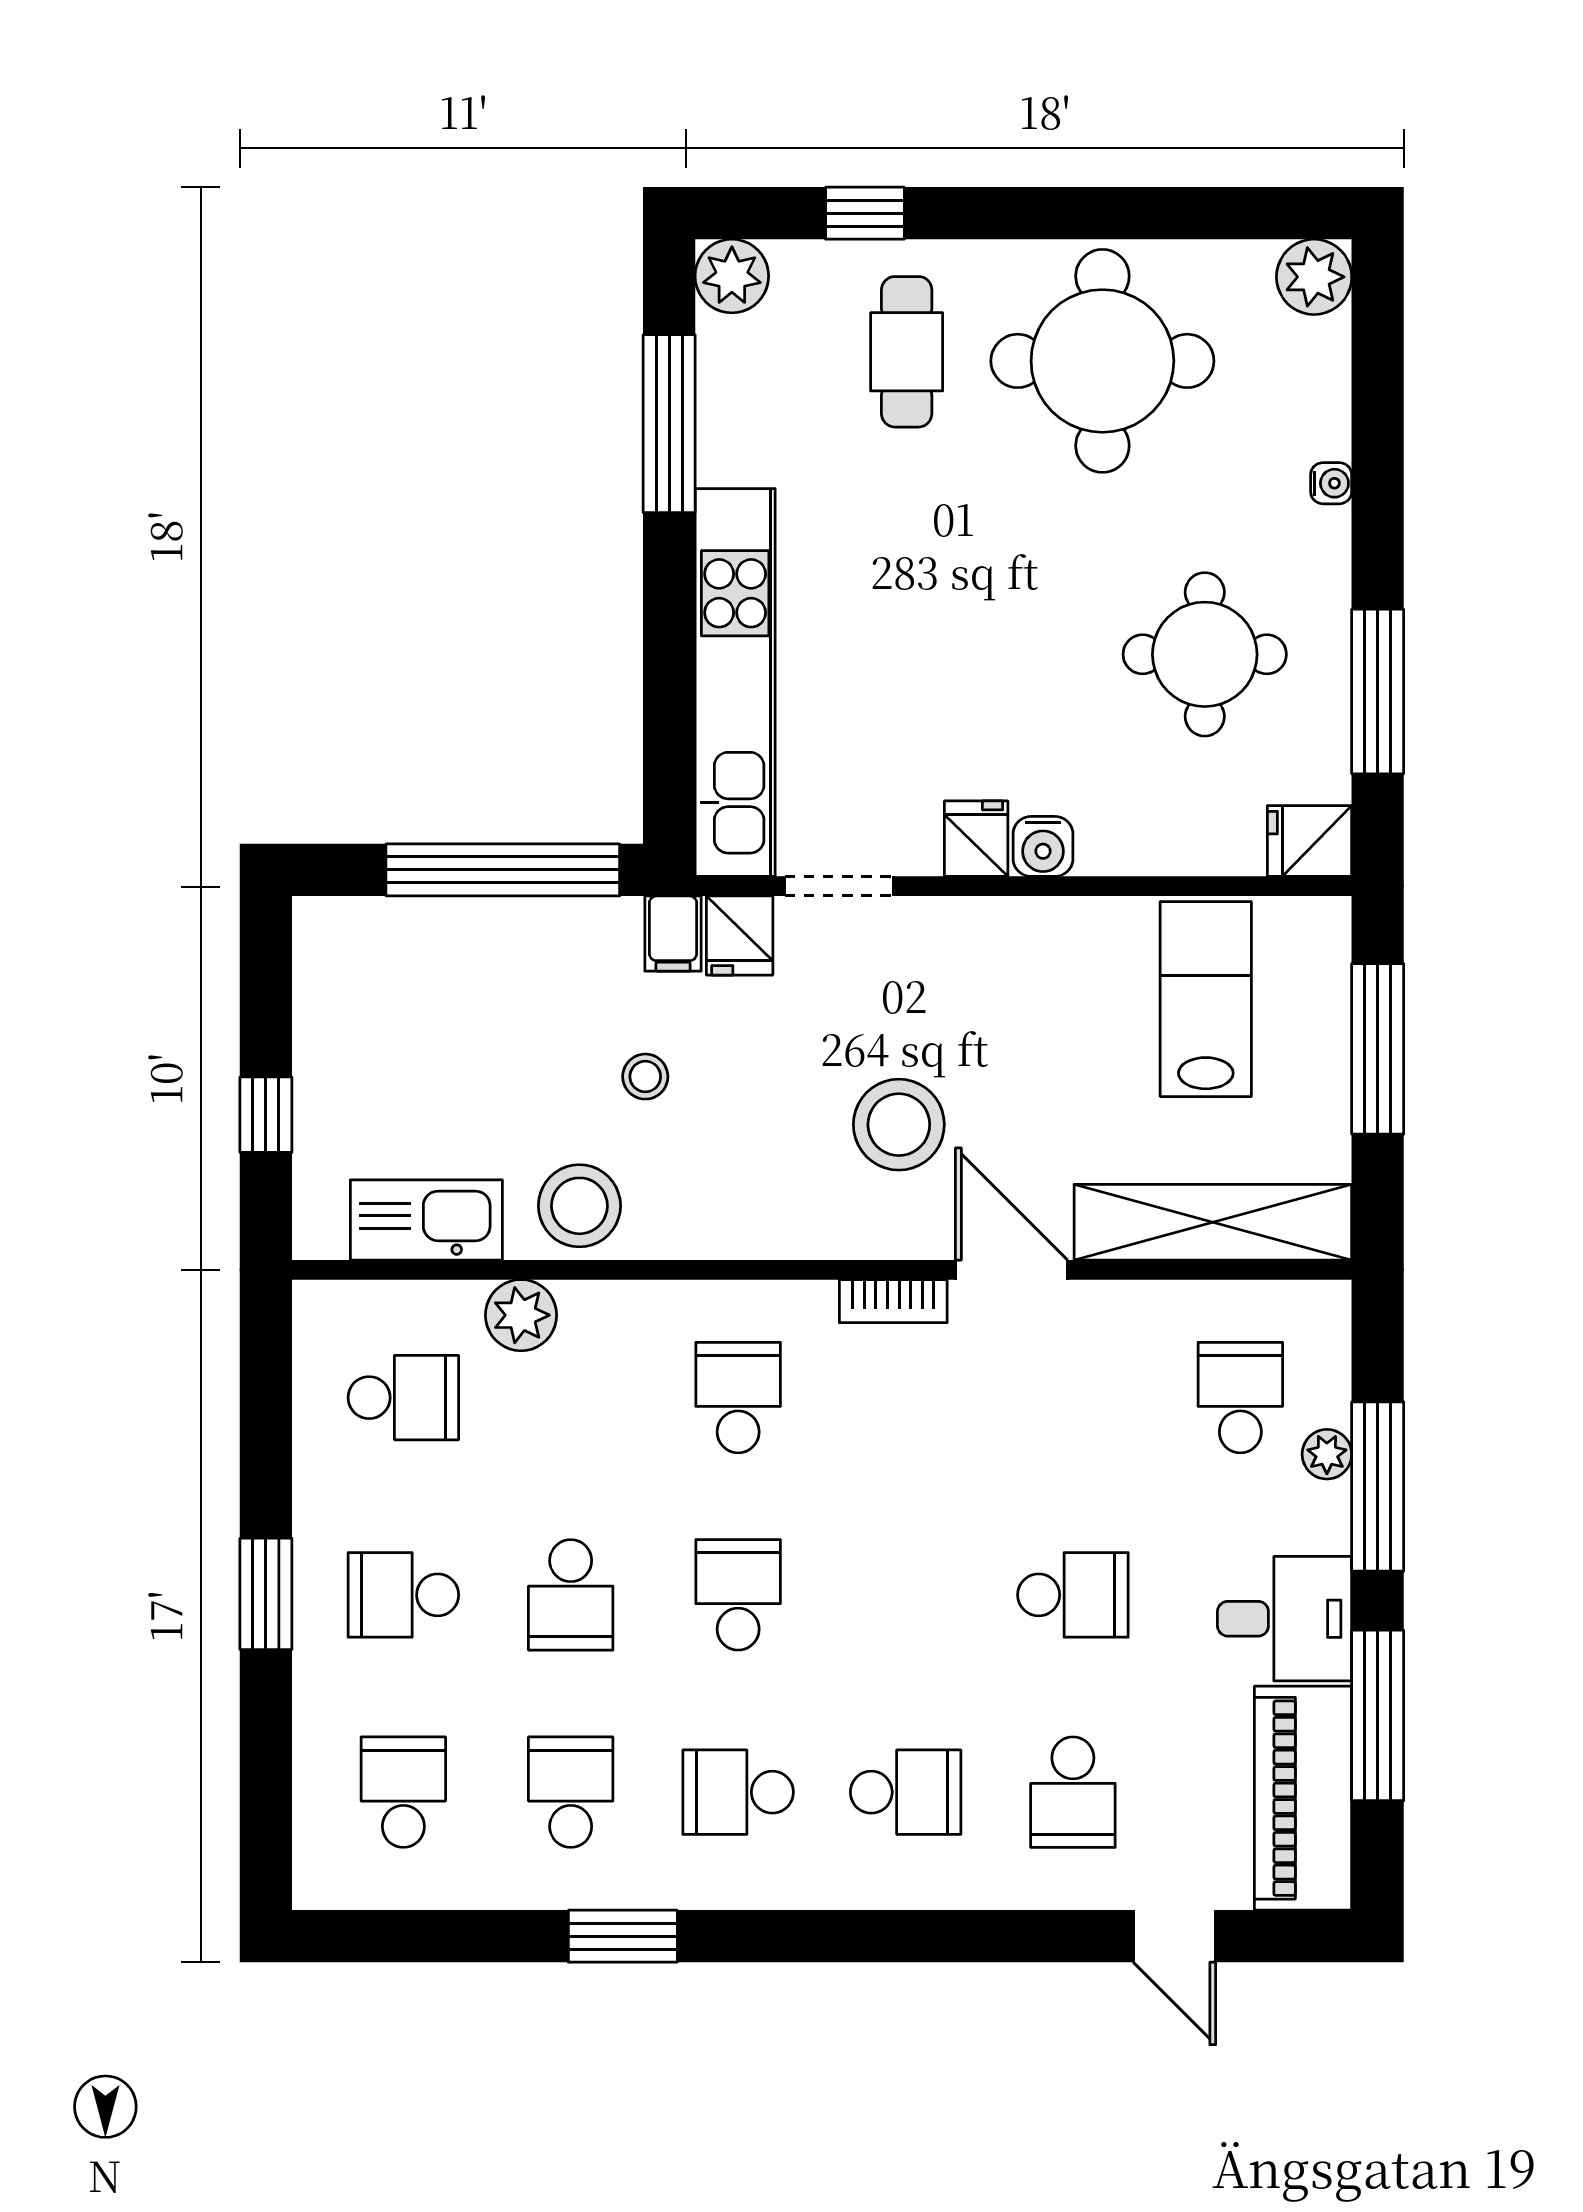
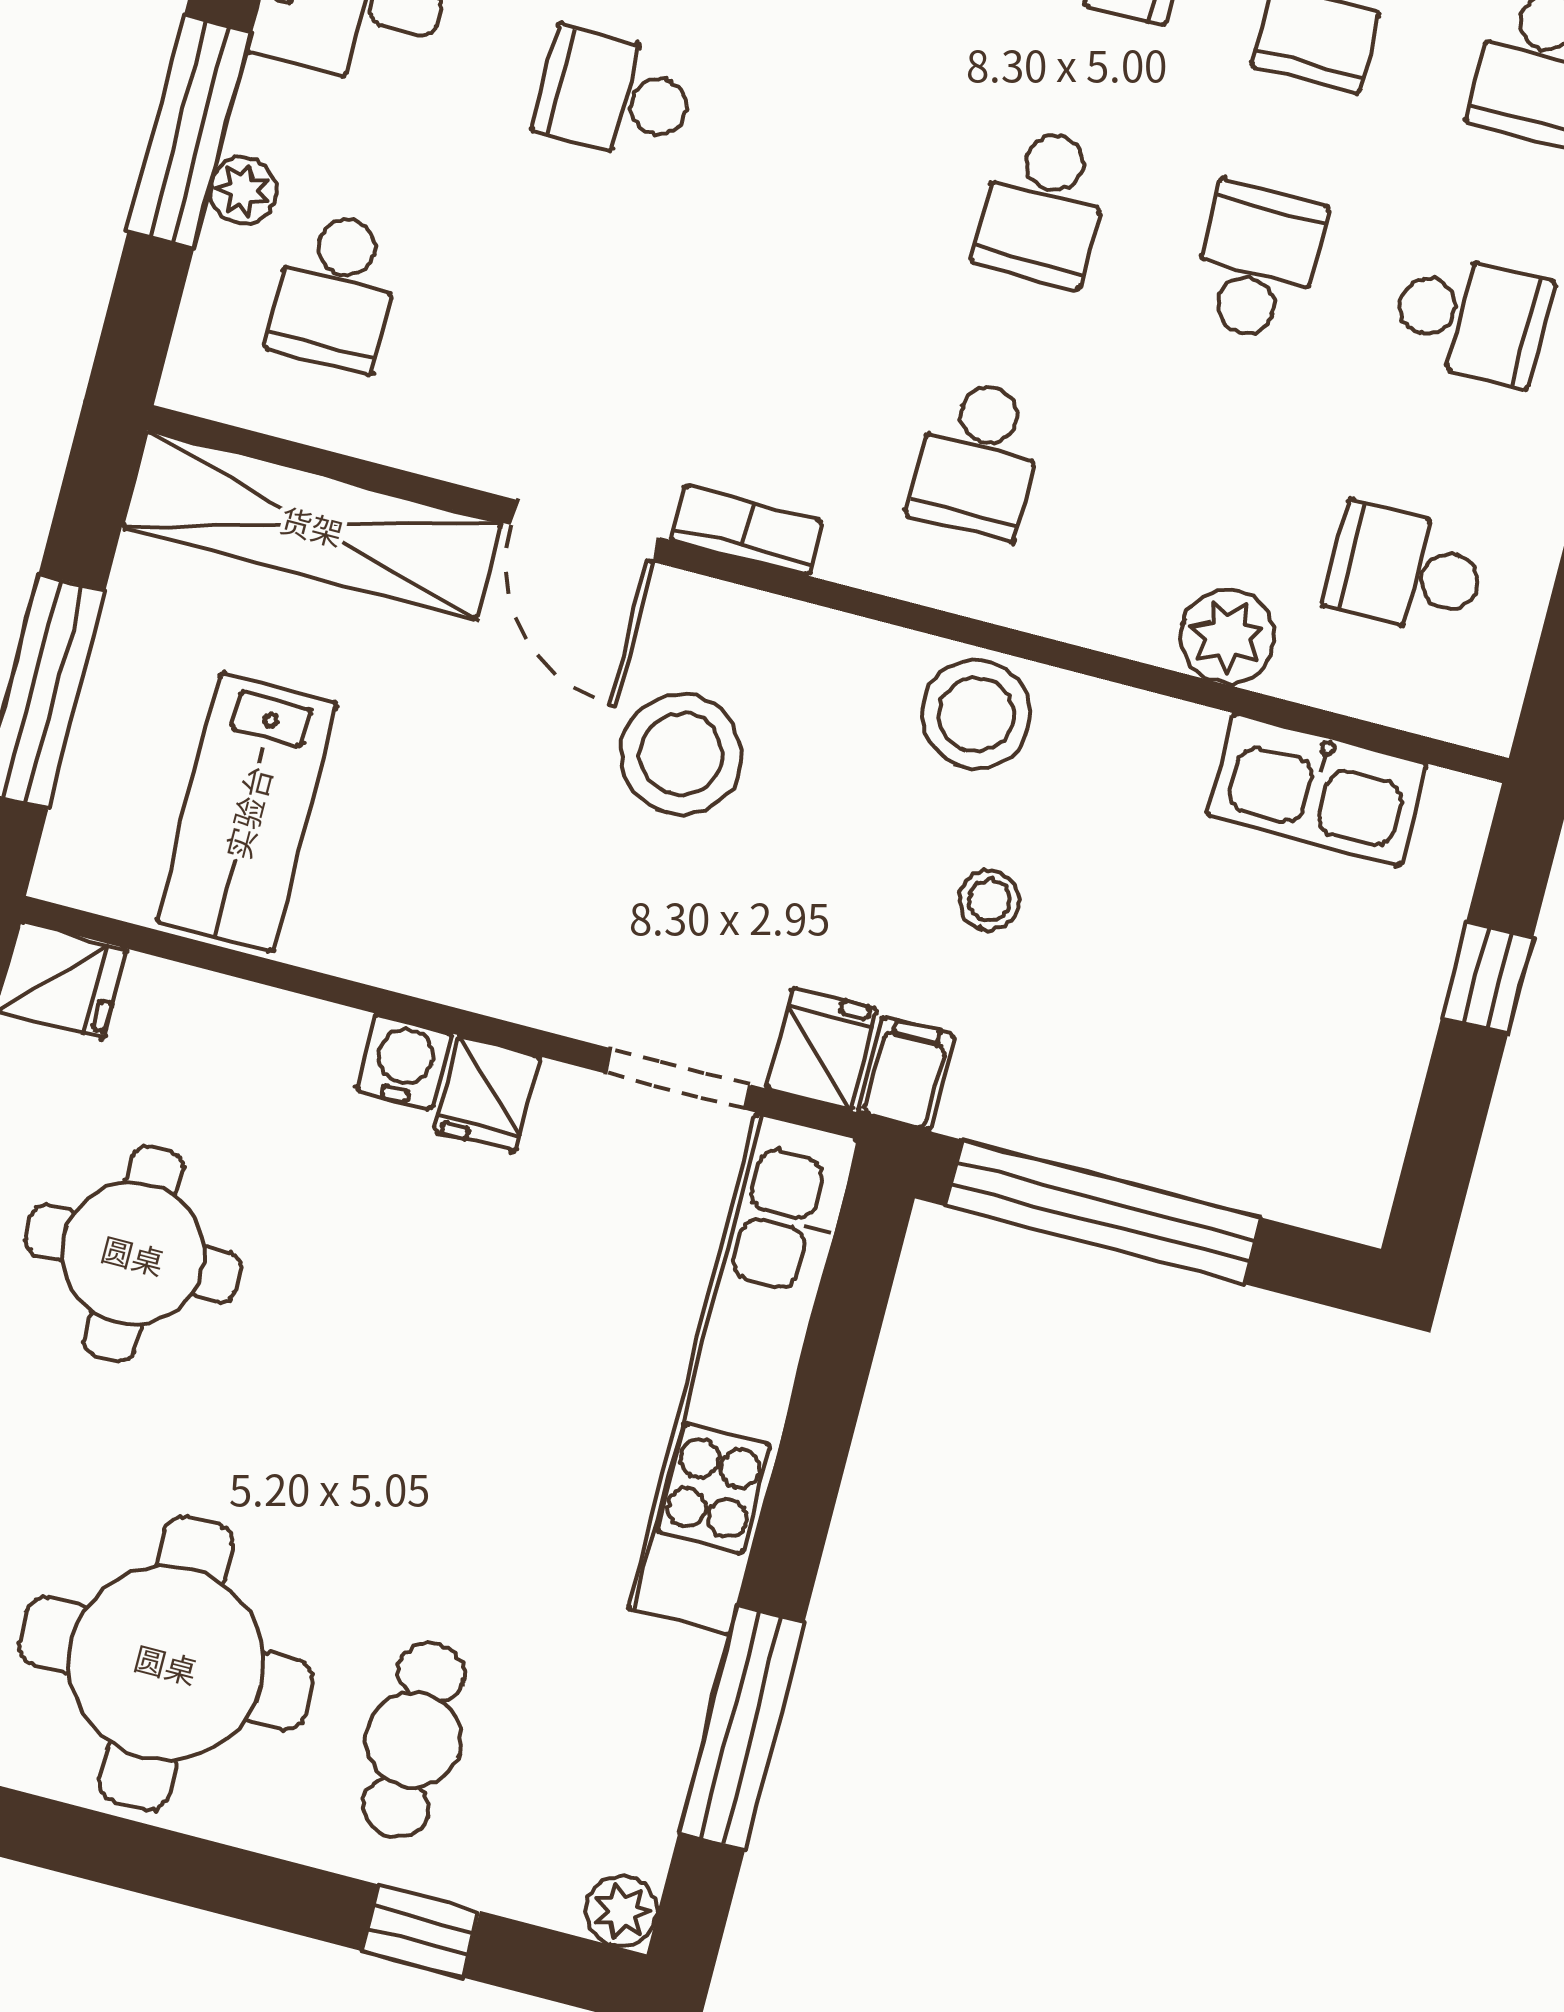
plant: (732, 276) -> (621, 1911), width x0.73, depth x0.73
stool: (579, 1206) -> (976, 714), moved

